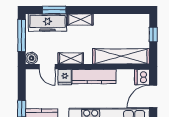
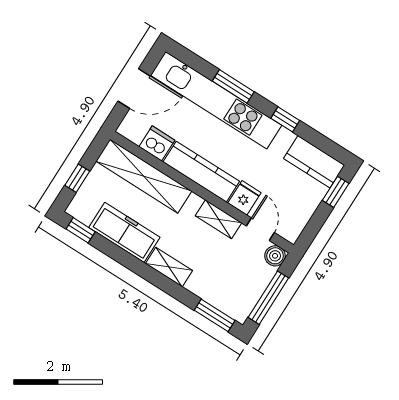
window: (54, 10) -> (215, 315), moved
window: (135, 10) -> (81, 230), added
freezer: (47, 23) -> (124, 232), moved
dishwasher: (142, 77) -> (157, 143), moved, turned -90

